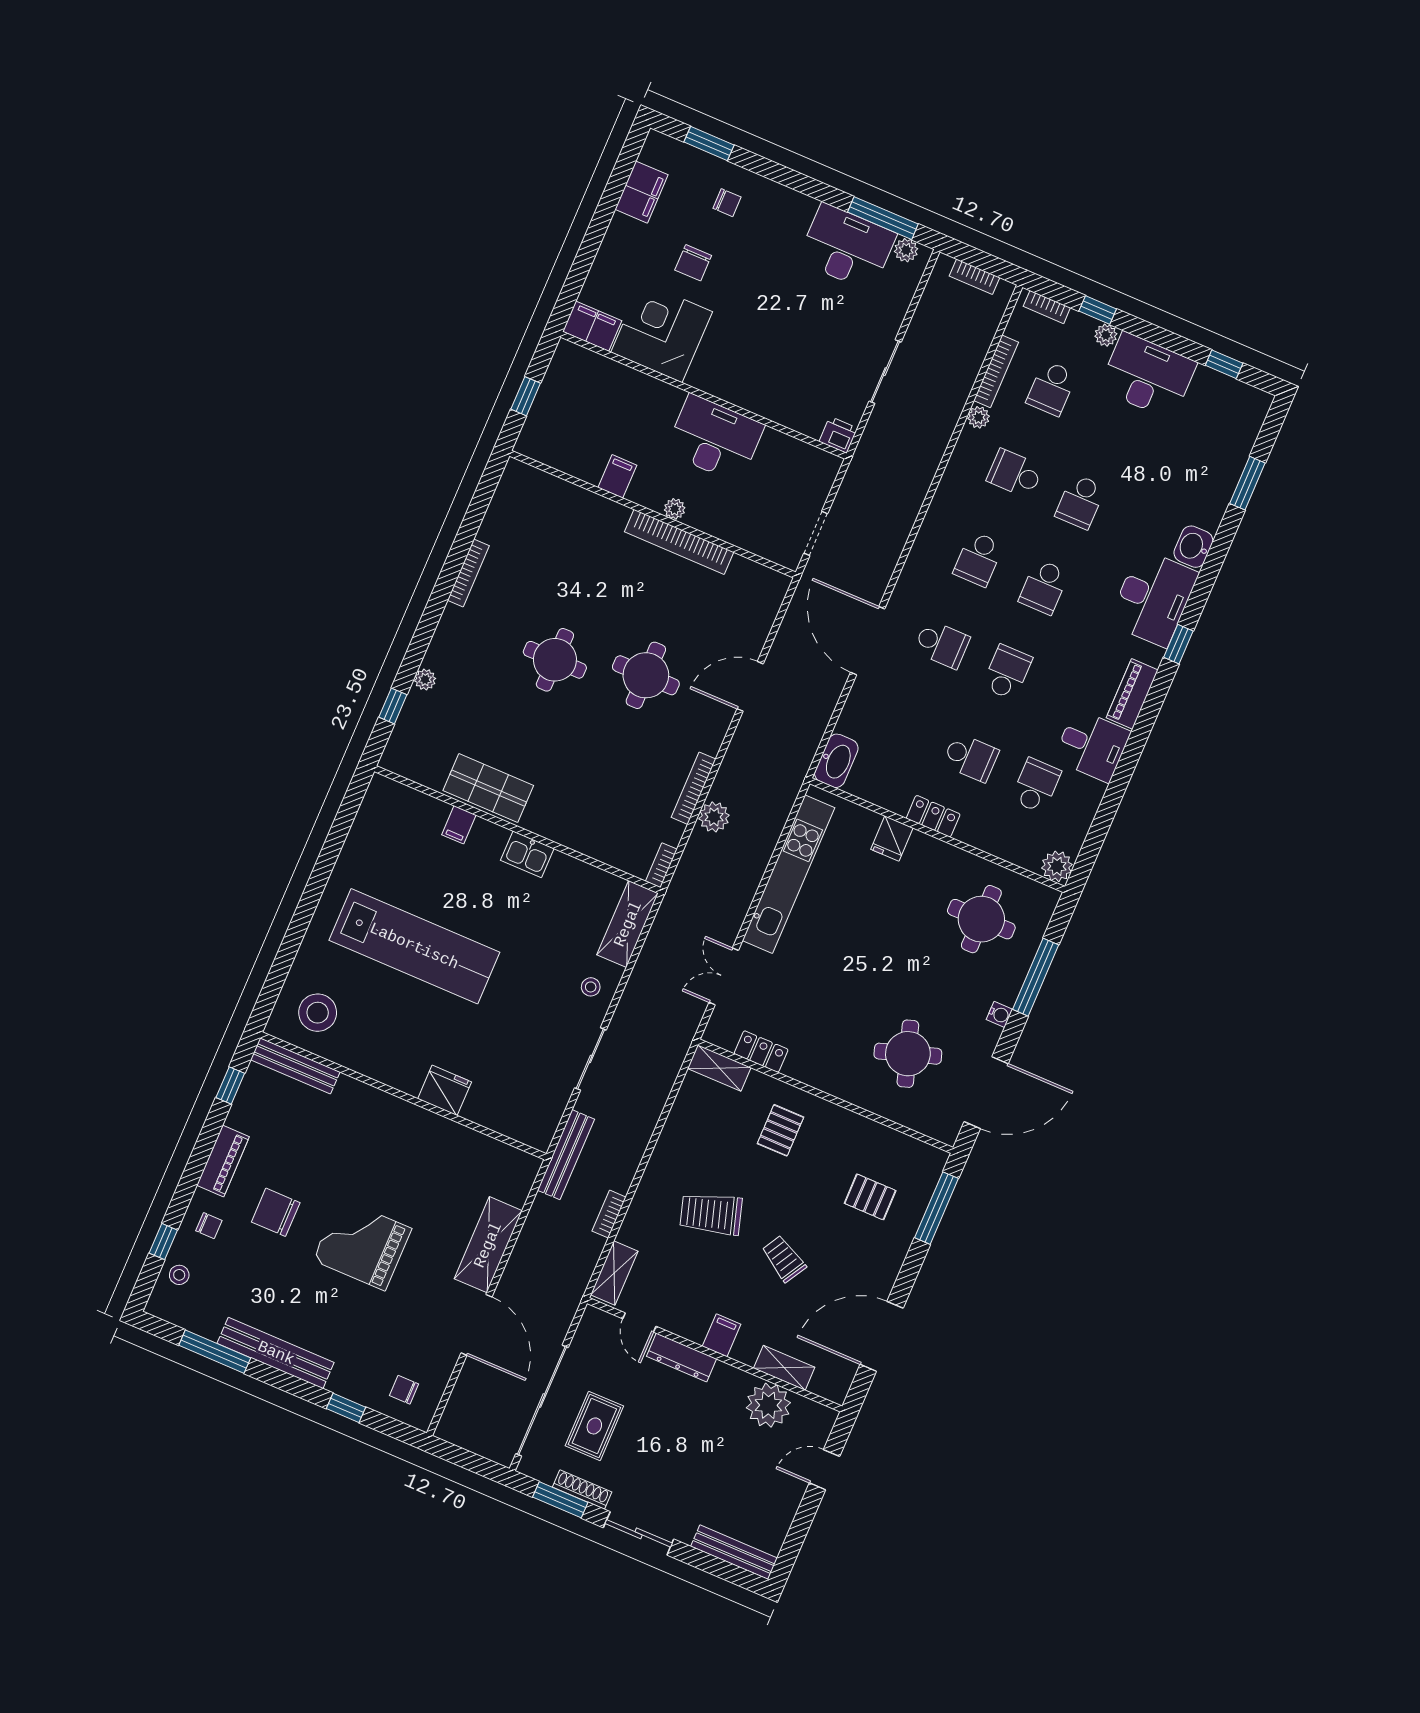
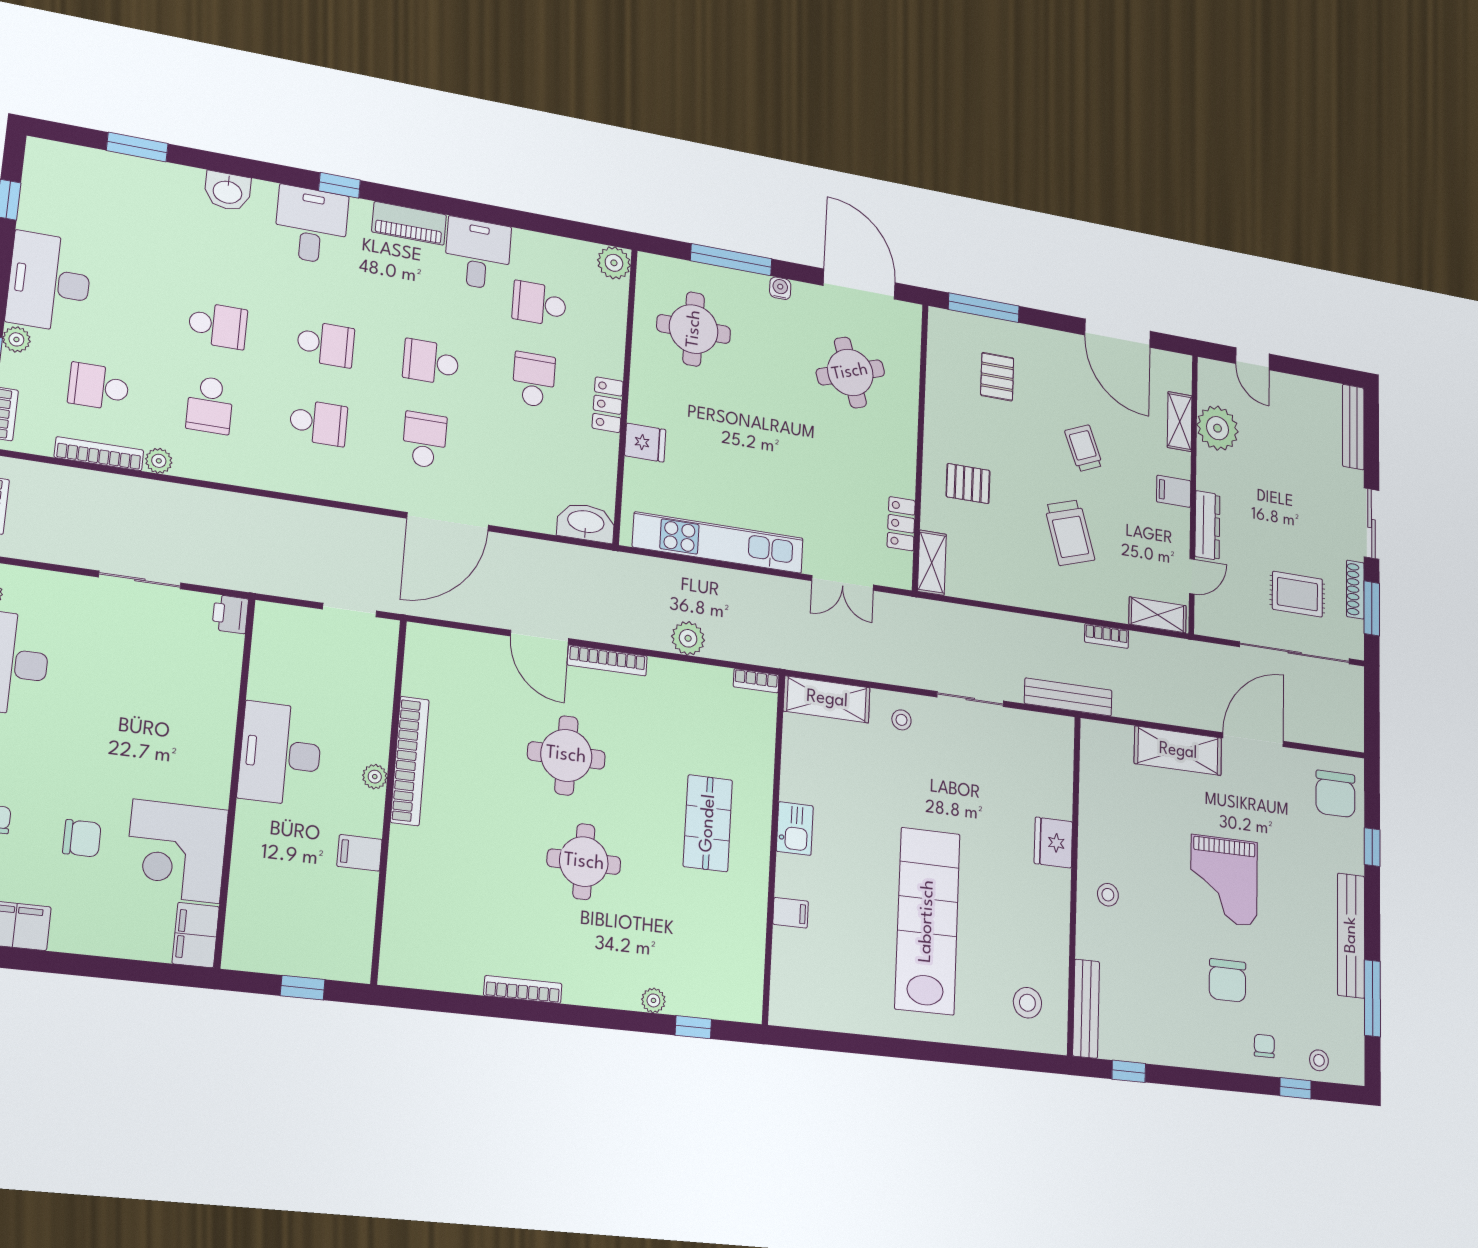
school desk: (1051, 388) -> (99, 387), turned 180
desk: (1153, 598) -> (311, 225), width x0.73
shop shelf: (488, 788) -> (708, 823), moved
bookcase: (693, 788) -> (607, 660), moved
stool: (318, 1013) -> (1027, 1003), width x0.73, depth x0.73
stool: (384, 1125) -> (1108, 895), added
piano: (223, 1161) -> (1201, 1053), removed
trolley: (784, 1259) -> (1084, 448), turned 128
chair: (404, 1390) -> (1335, 794), width x1.87, depth x1.87

